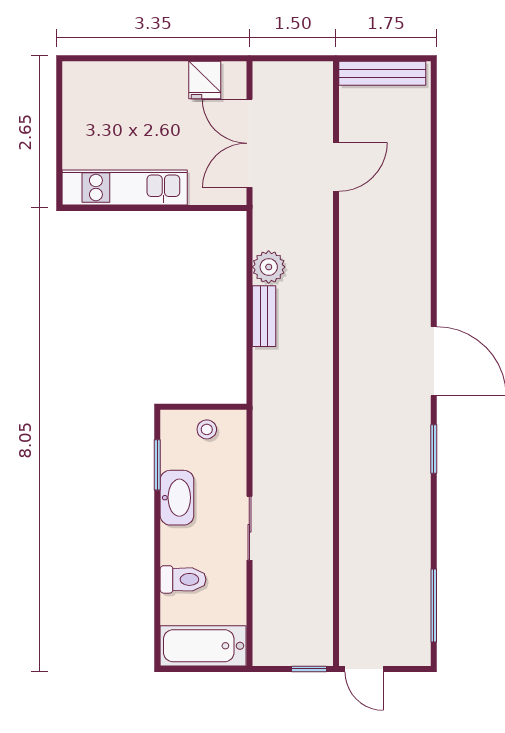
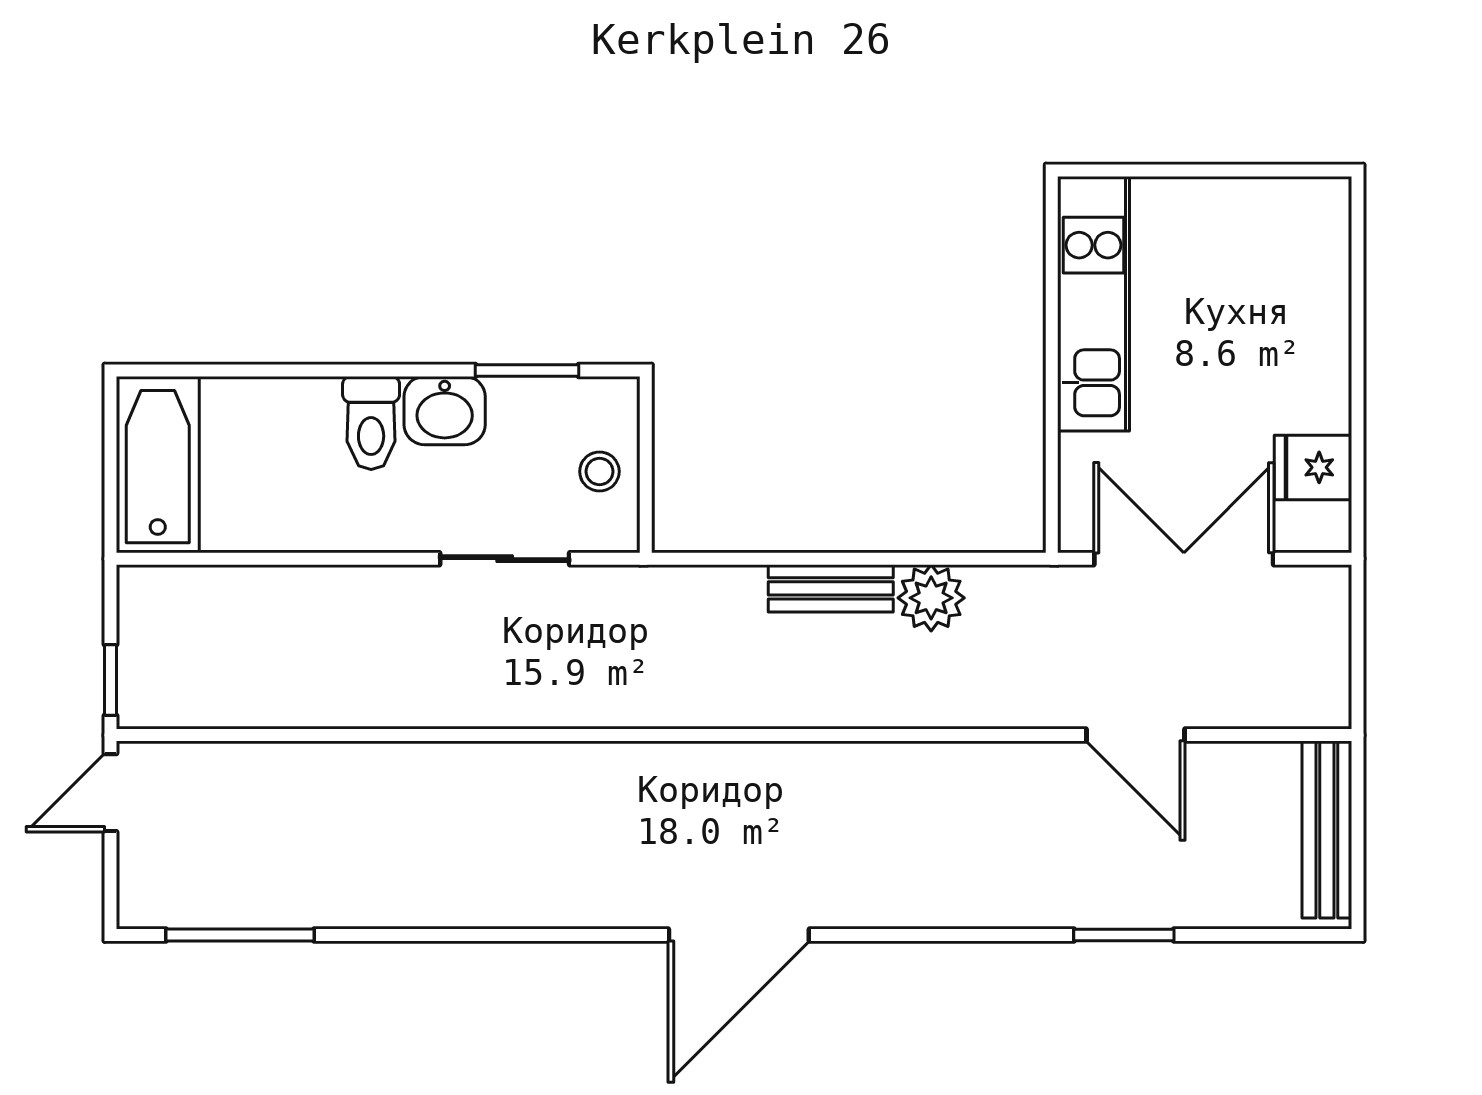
window: (434, 449) -> (1124, 935), moved
washbasin: (177, 498) -> (445, 411), width x0.72
sliding door: (249, 528) -> (505, 559), moved
toilet: (183, 579) -> (371, 423), moved

